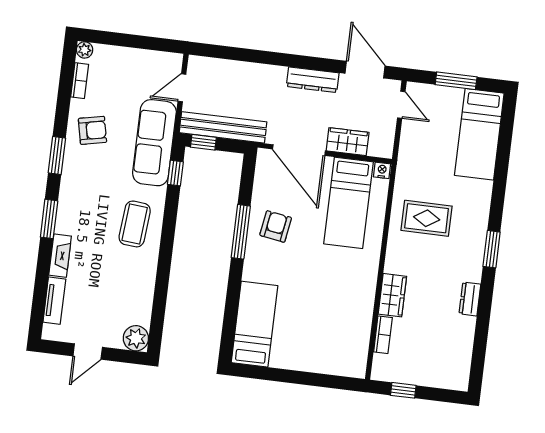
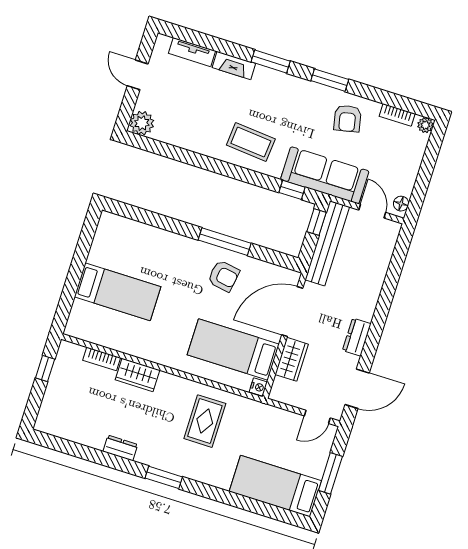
floor lamp: (169, 60) -> (401, 204), added
dresser: (313, 80) -> (357, 337), width x0.70
bed: (254, 324) -> (118, 292), moved

